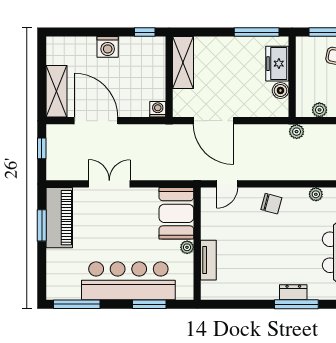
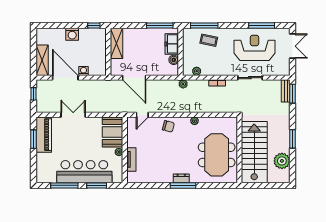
washing machine: (158, 109) -> (84, 71), moved
window: (77, 304) -> (64, 185), moved

